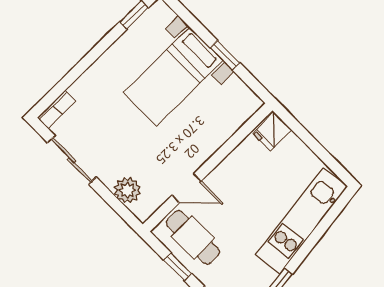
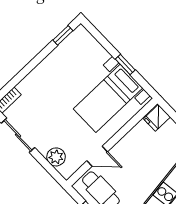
bed with nightstands: (173, 76) -> (108, 98), moved

